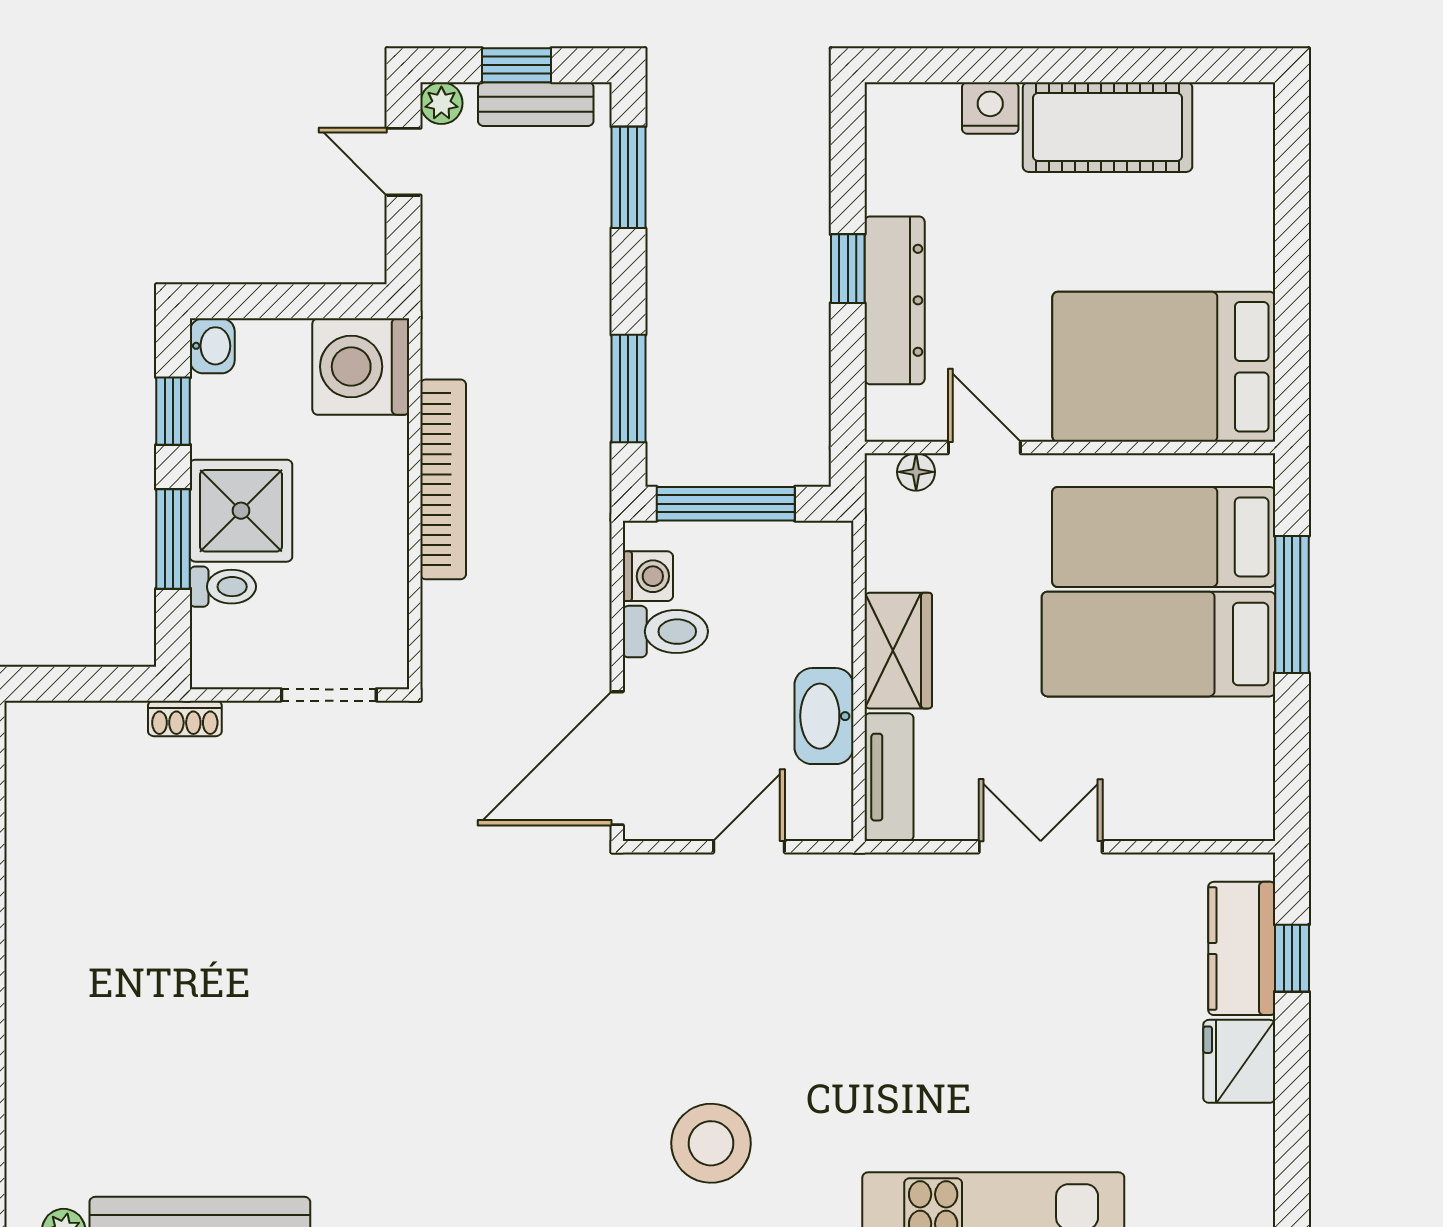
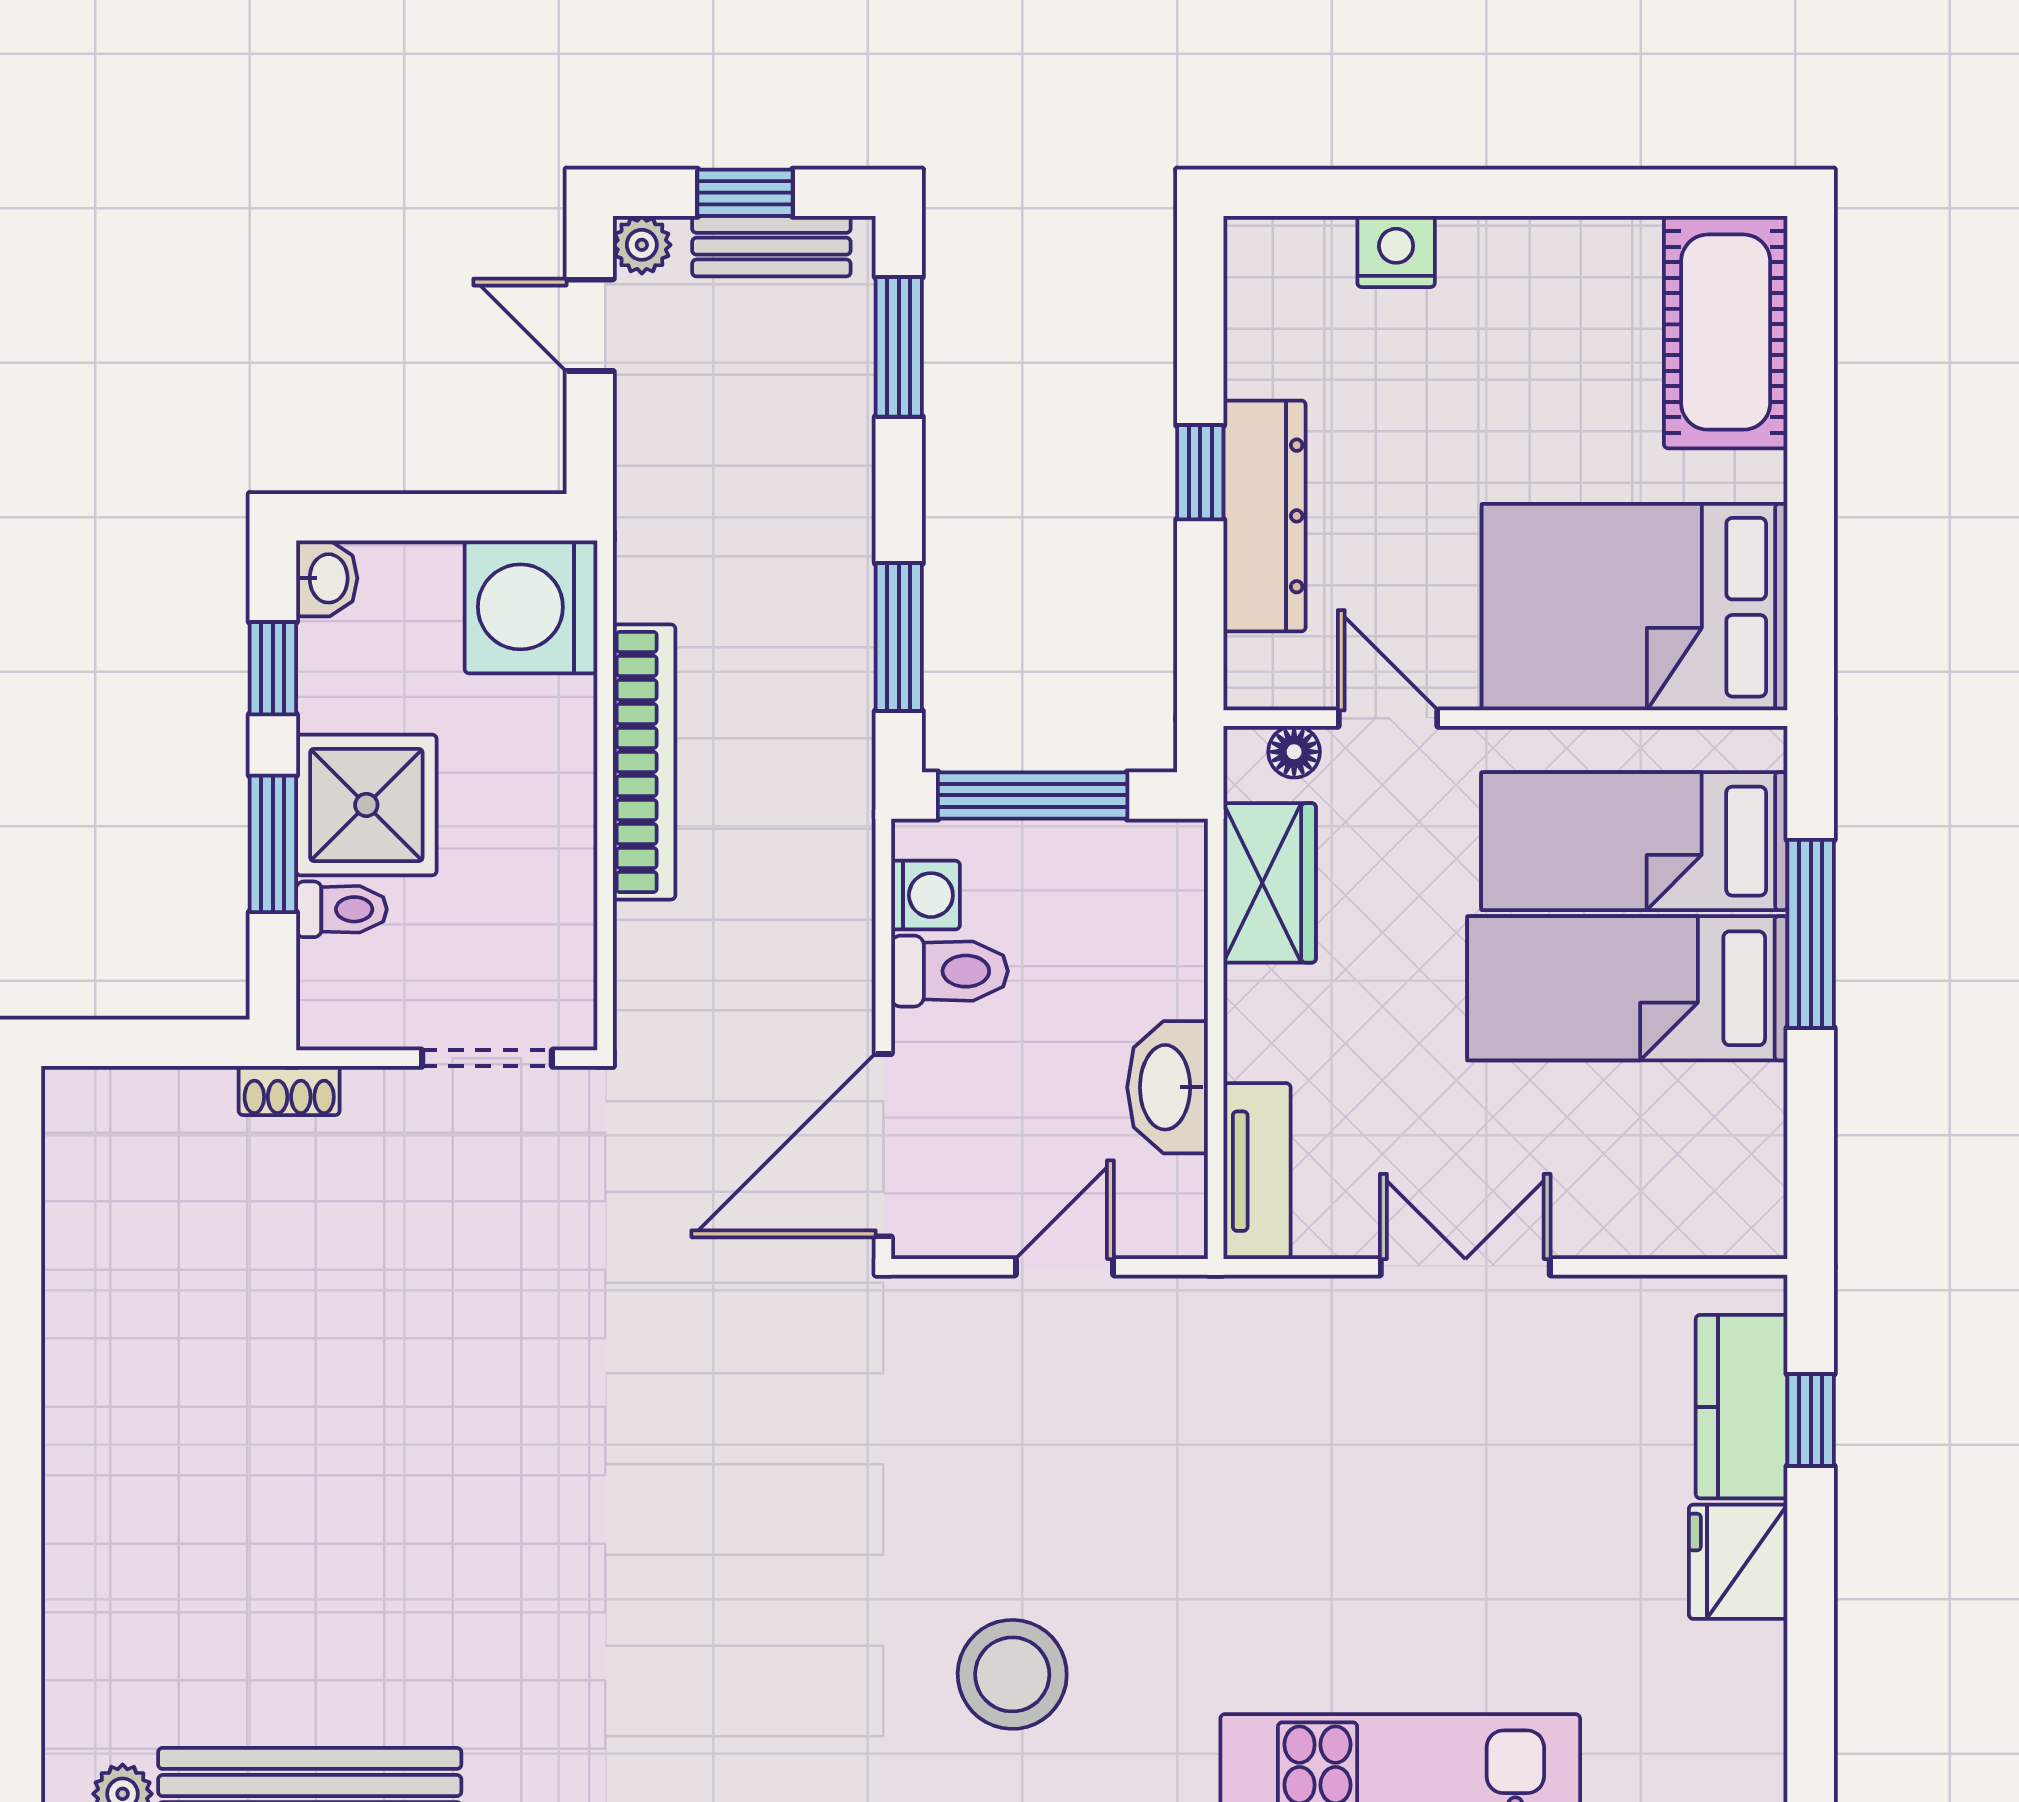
cot: (1108, 127) -> (1726, 332), moved, turned 90
wardrobe: (898, 651) -> (1270, 883), moved

